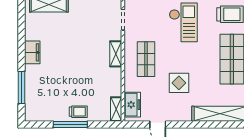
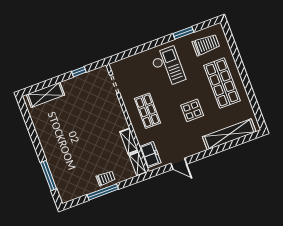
filing cabinet: (32, 52) -> (47, 142), removed
shelving: (116, 54) -> (129, 141), moved
display table: (179, 83) -> (192, 110), moved

